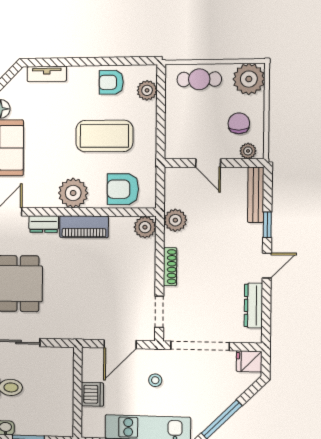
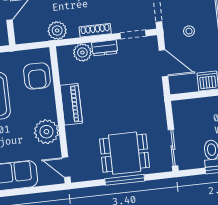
plant: (73, 193) -> (46, 132), moved
dresser: (44, 224) -> (105, 48), moved, turned 90
plant: (145, 227) -> (82, 52), moved

